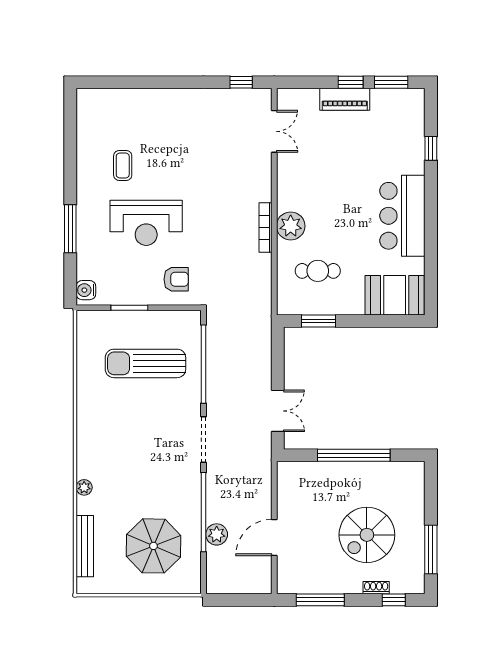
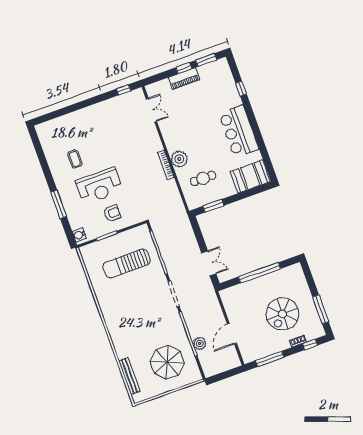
armchair: (176, 279) -> (112, 213), moved
plant: (84, 487) -> (117, 344), removed

